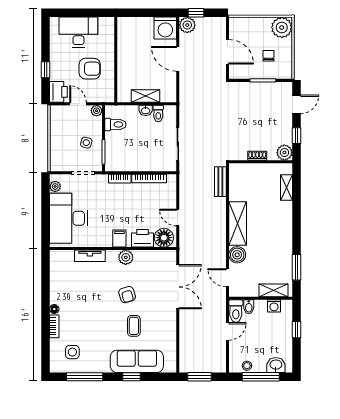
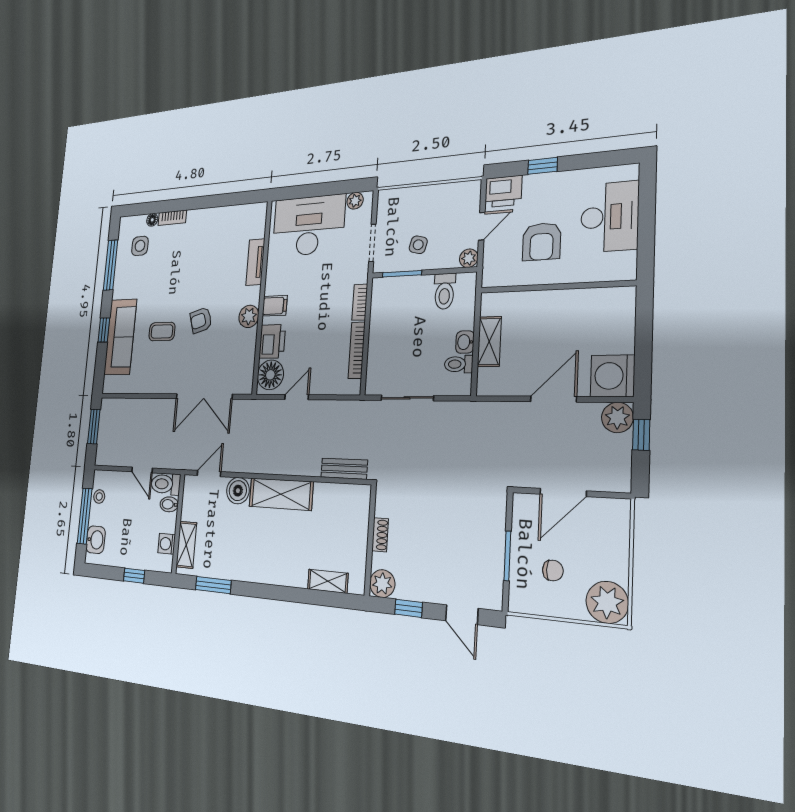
floor lamp: (54, 309) -> (152, 220), moved

